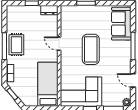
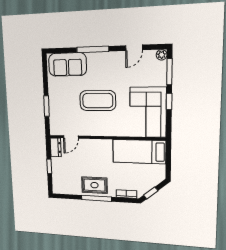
door: (59, 44) -> (71, 137), moved

